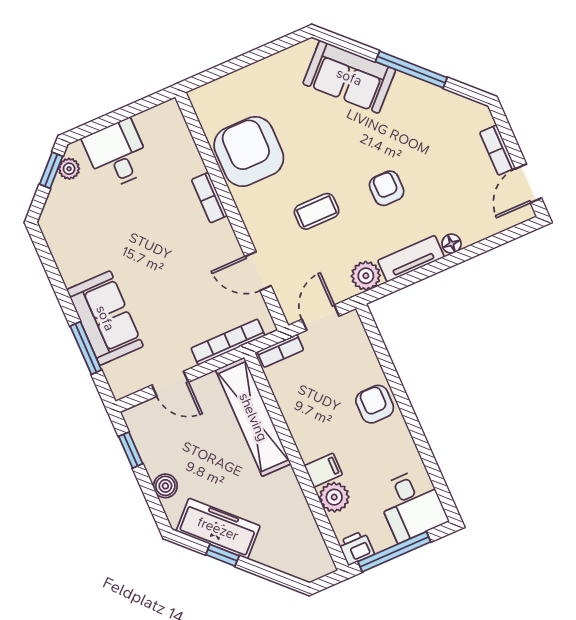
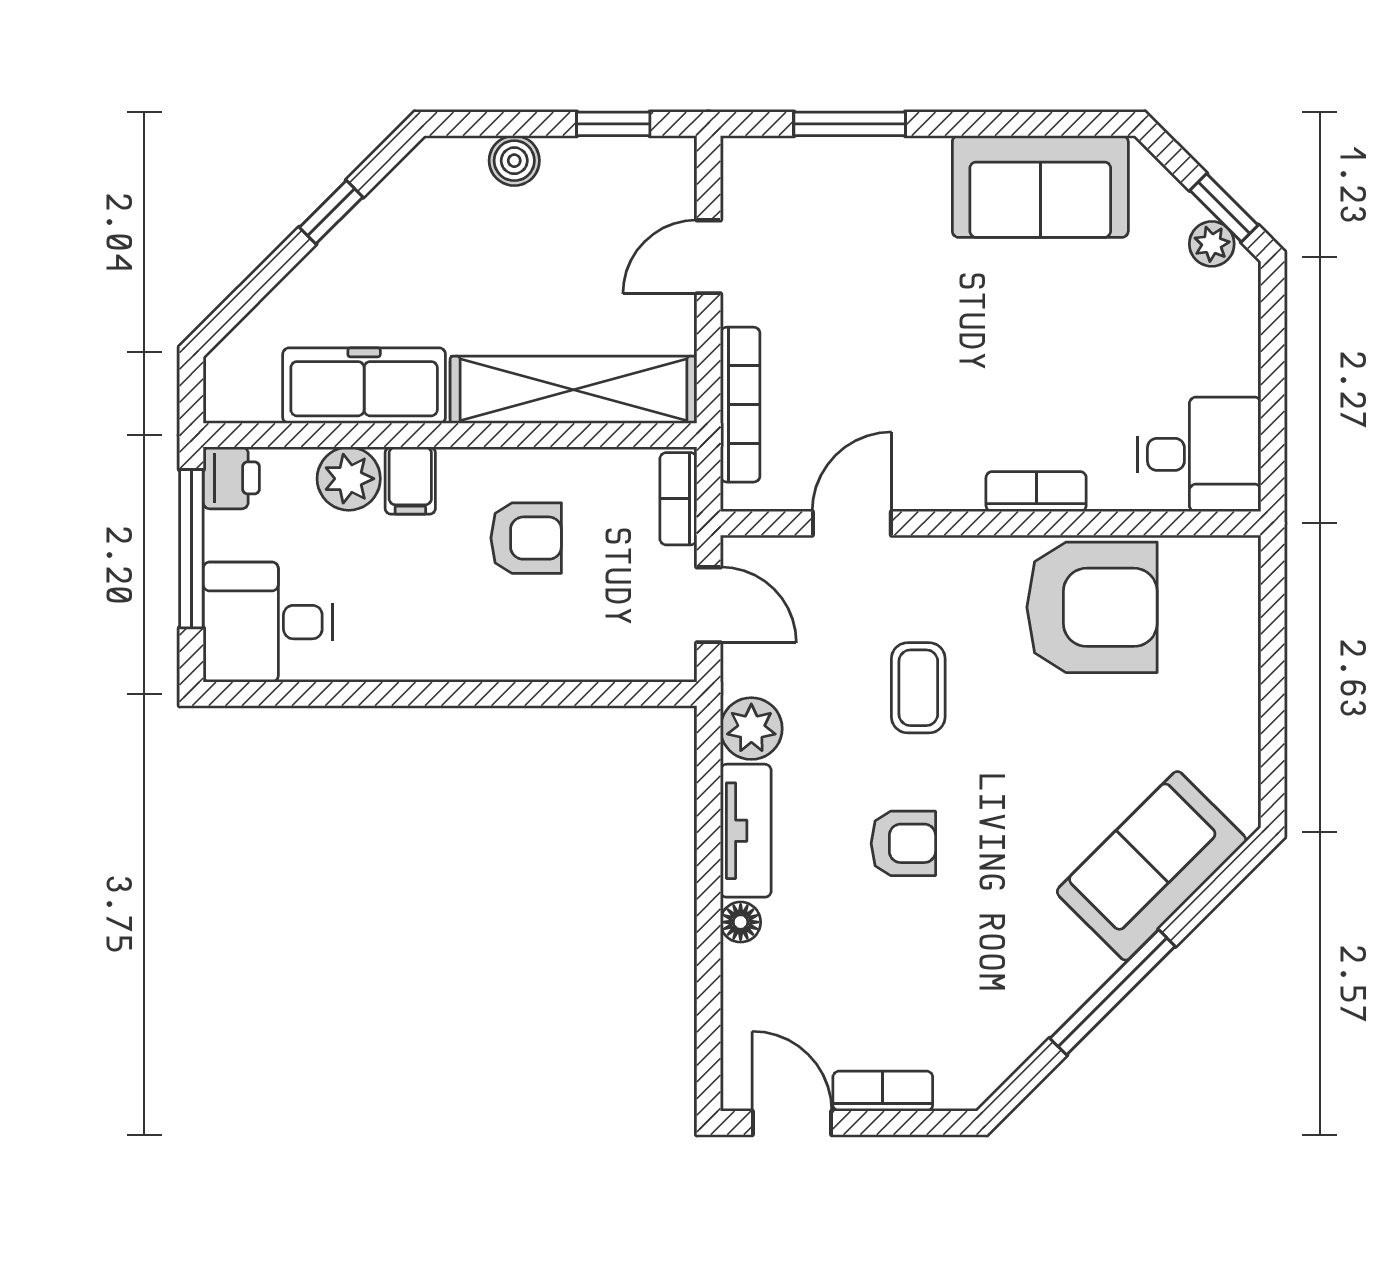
desk: (117, 154) -> (1199, 454), moved
sofa: (105, 318) -> (1040, 186), moved
armchair: (375, 404) -> (526, 538), moved
freezer: (218, 529) -> (364, 386), moved, turned -135

